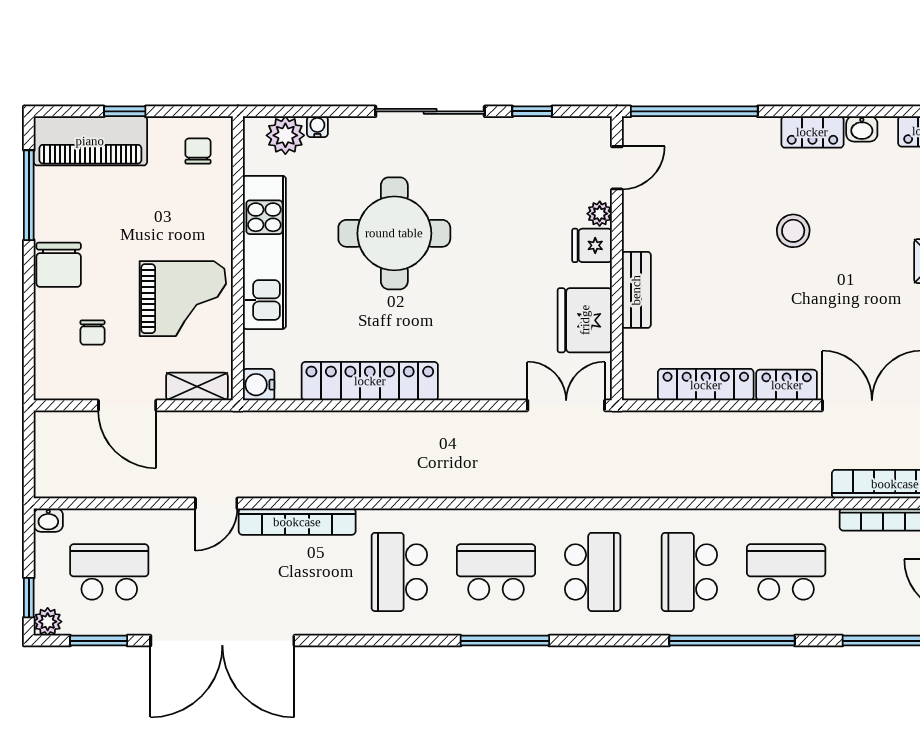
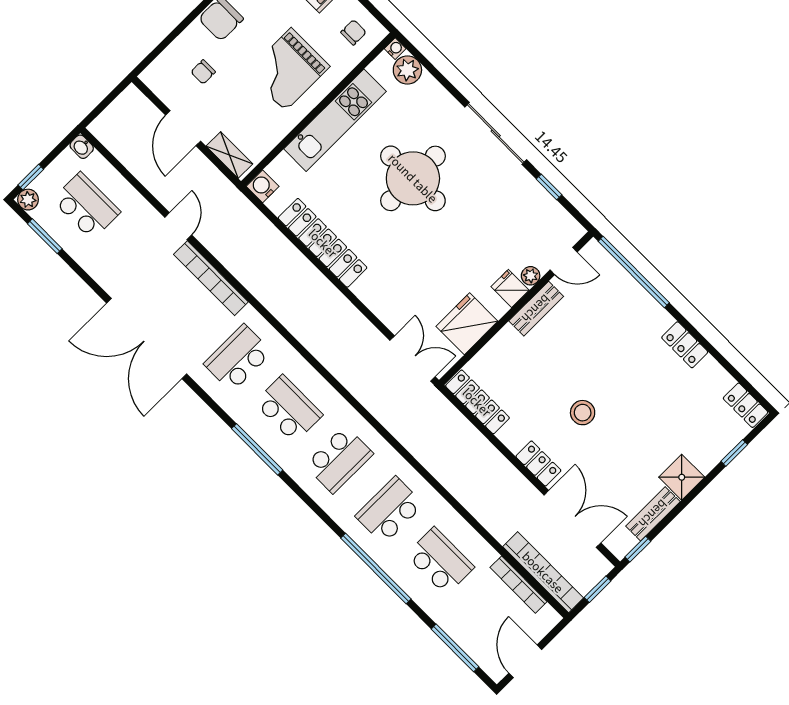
water cooler: (317, 127) -> (395, 49), moved
washbasin: (862, 129) -> (712, 369), removed
stool: (793, 231) -> (583, 413), moved
bench: (636, 290) -> (536, 309), moved
grand piano: (183, 299) -> (288, 69), moved, turned 90
locker: (706, 385) -> (477, 402), moved
door: (216, 503) -> (178, 226), swing flipped
double door: (222, 641) -> (147, 339), moved

